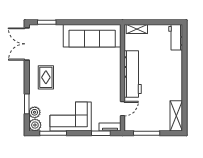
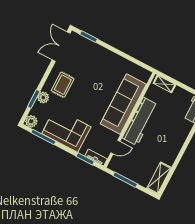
sofa: (92, 36) -> (123, 104), moved, turned 90
plant: (35, 112) -> (43, 97), moved

